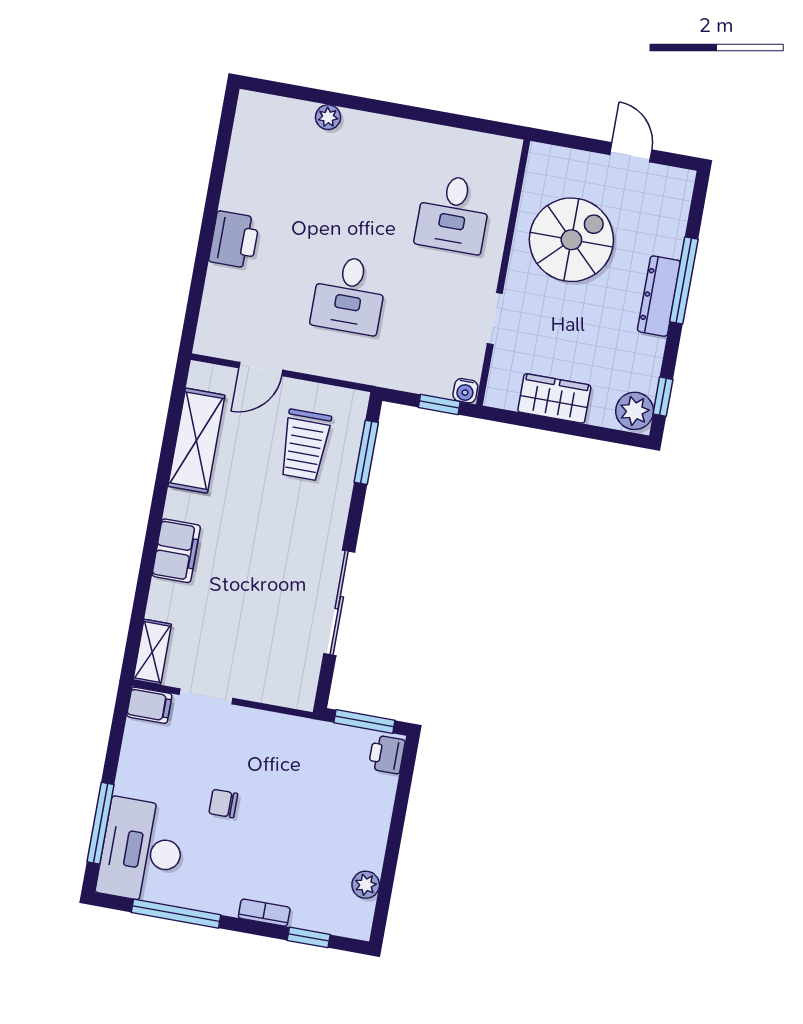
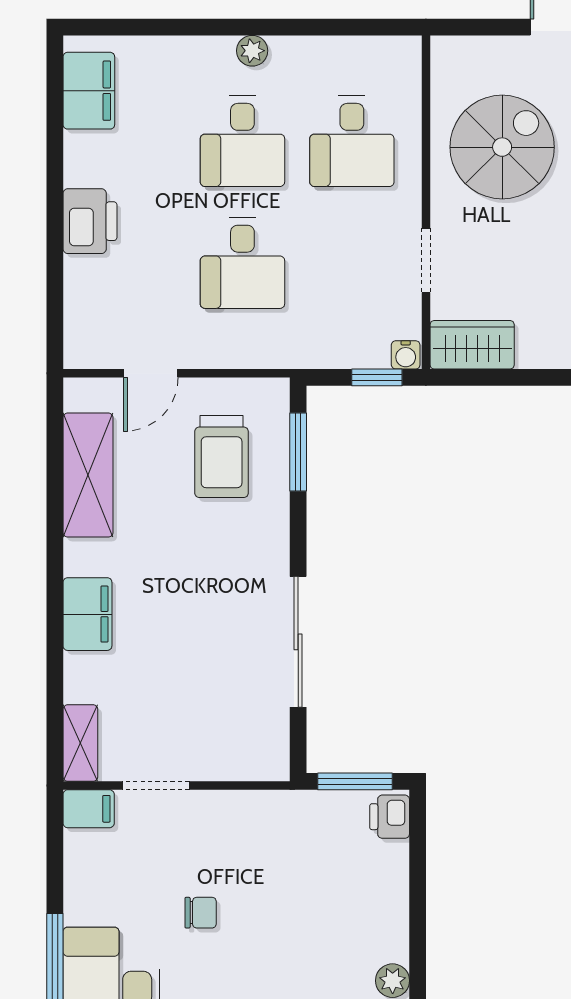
plant: (328, 117) -> (252, 51), moved
filing cabinet: (252, 136) -> (89, 91), added
desk: (366, 198) -> (242, 141), added
wardrobe: (554, 398) -> (472, 345), moved
chair: (223, 804) -> (201, 913), turned 180

